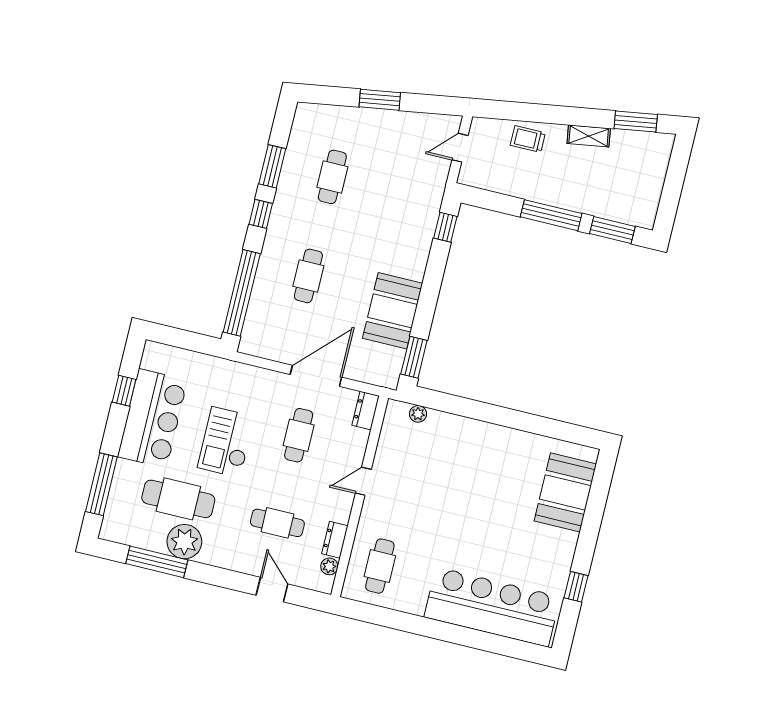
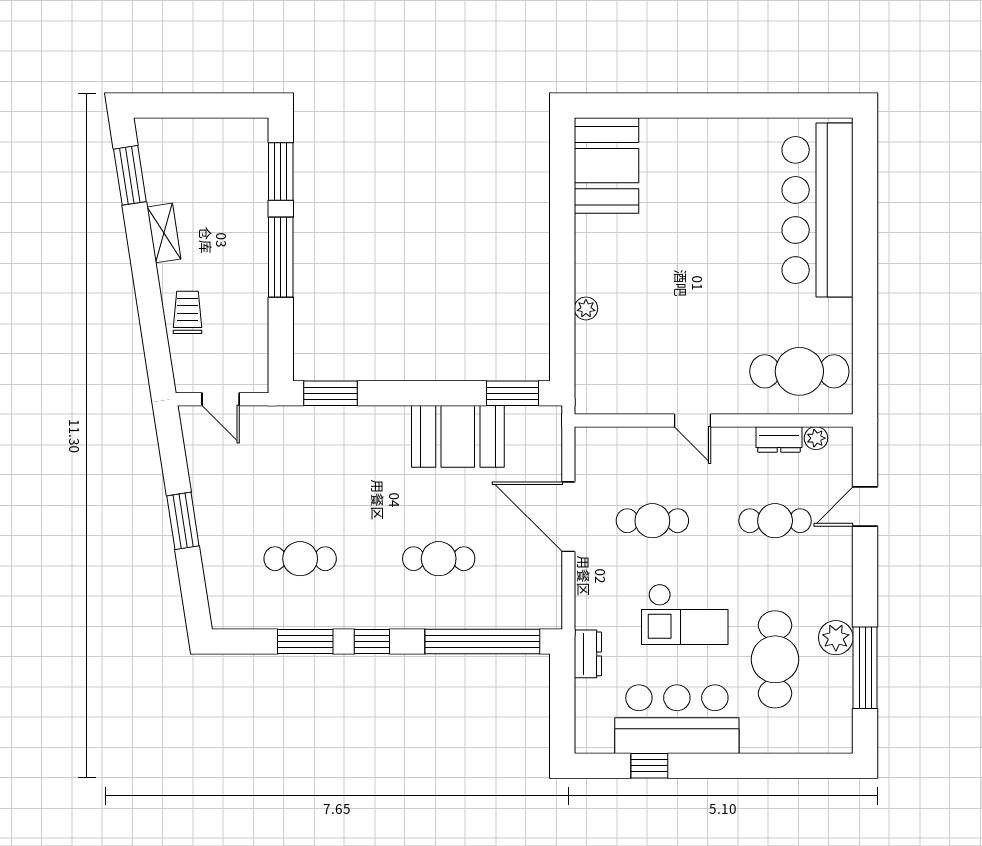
trolley: (528, 139) -> (188, 312), turned 180
window: (445, 227) -> (330, 393), width x1.50
dresser: (366, 411) -> (588, 654), moved, turned -90
plant: (418, 414) -> (586, 308), moved
window: (101, 484) -> (780, 766), removed
booth: (565, 492) -> (607, 166), moved, turned 90
cafe table: (277, 523) -> (775, 521), turned 90
plant: (184, 542) -> (836, 638), width x0.73, depth x0.73
cafe table: (380, 566) -> (799, 371), width x1.37, depth x1.35
window: (576, 587) -> (764, 106), removed

